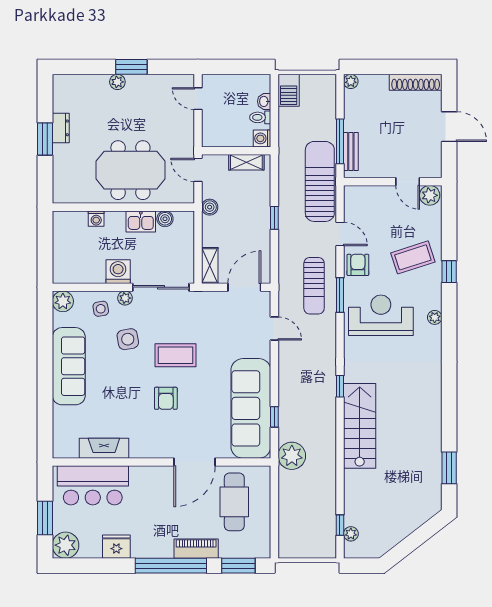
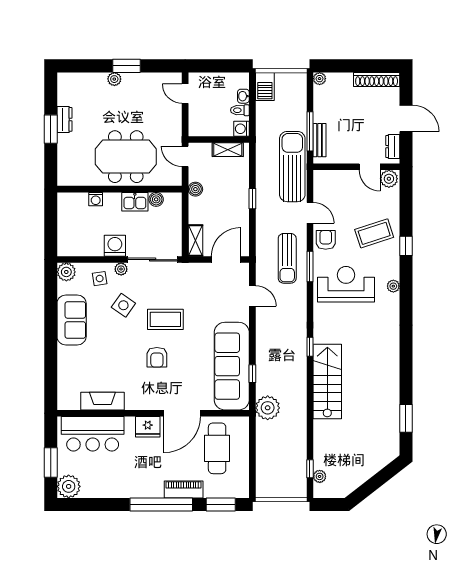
dresser: (434, 159) -> (393, 147), added
side table: (128, 339) -> (123, 305), turned 45
sofa: (69, 366) -> (72, 320), width x0.73
fridge: (116, 547) -> (148, 427), moved, turned 180

